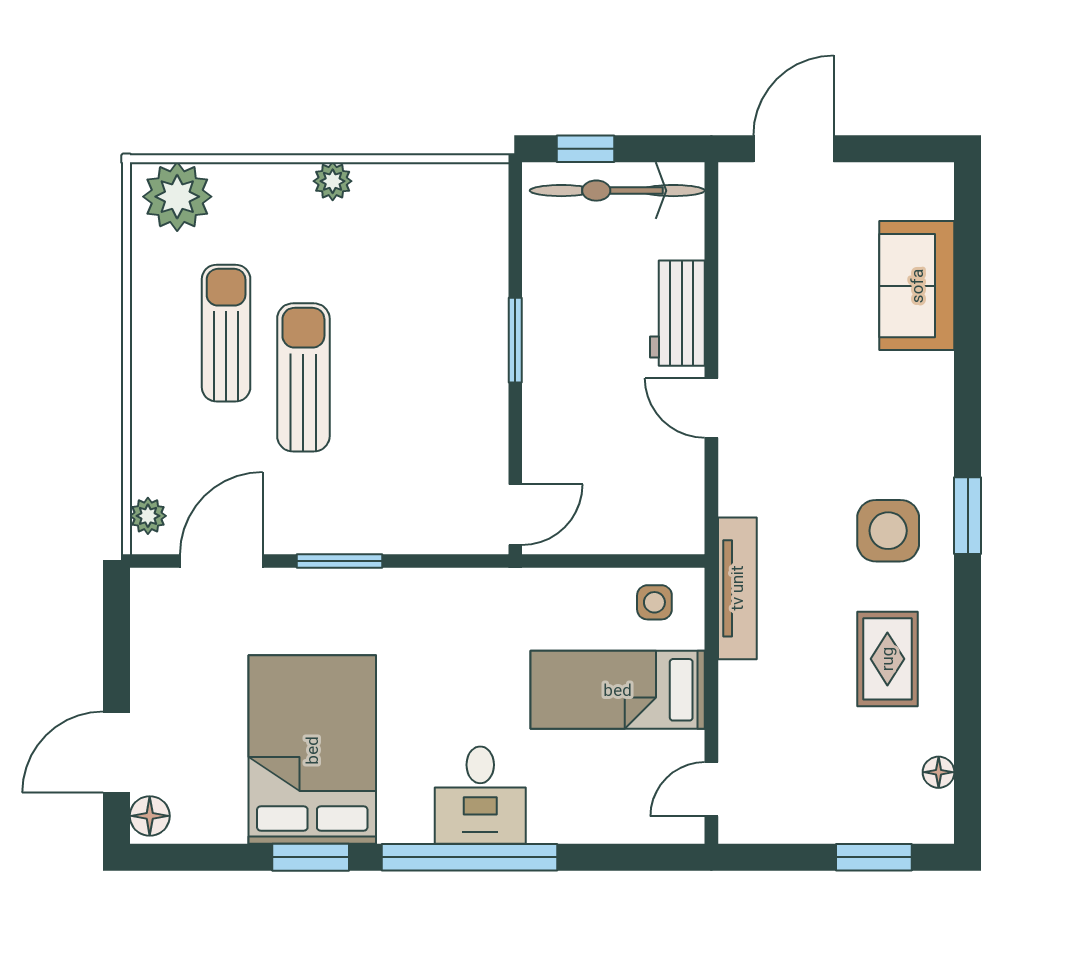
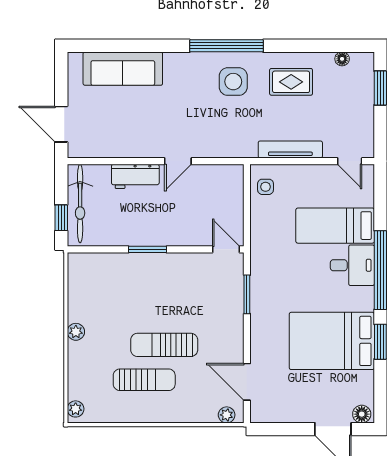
plant: (177, 197) -> (76, 409), width x0.53, depth x0.53
sofa: (917, 286) -> (123, 69), width x1.36
sun lounger: (226, 333) -> (144, 380), turned 180
window: (968, 516) -> (226, 46), width x2.11
window: (339, 561) -> (247, 294), moved
tv unit: (737, 588) -> (290, 149), moved
bed: (618, 690) -> (335, 226), moved, turned 90

